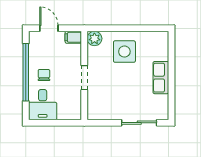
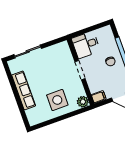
row of seats: (161, 78) -> (24, 90), width x1.48
desk: (43, 105) -> (86, 45), moved, turned -90

